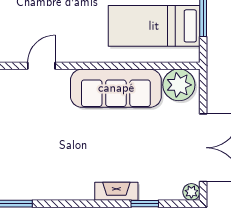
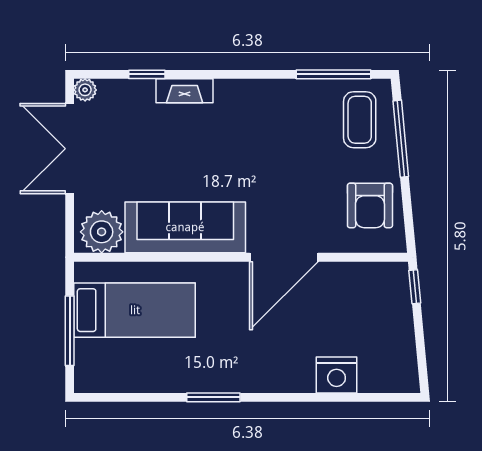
door: (41, 66) -> (284, 257), width x1.87

